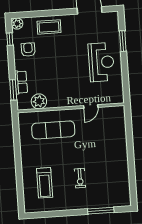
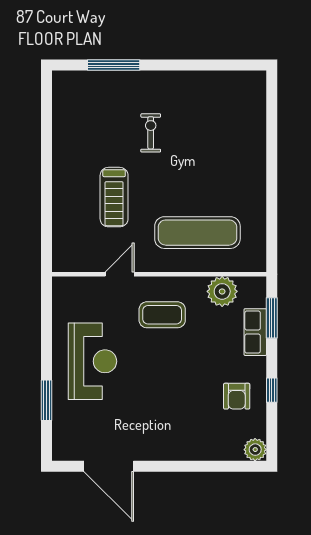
coffee table: (49, 27) -> (162, 315), moved
window: (10, 39) -> (272, 390), moved
reception desk: (101, 62) -> (92, 361), turned 180
treadmill: (45, 183) -> (114, 197), moved, turned 180

